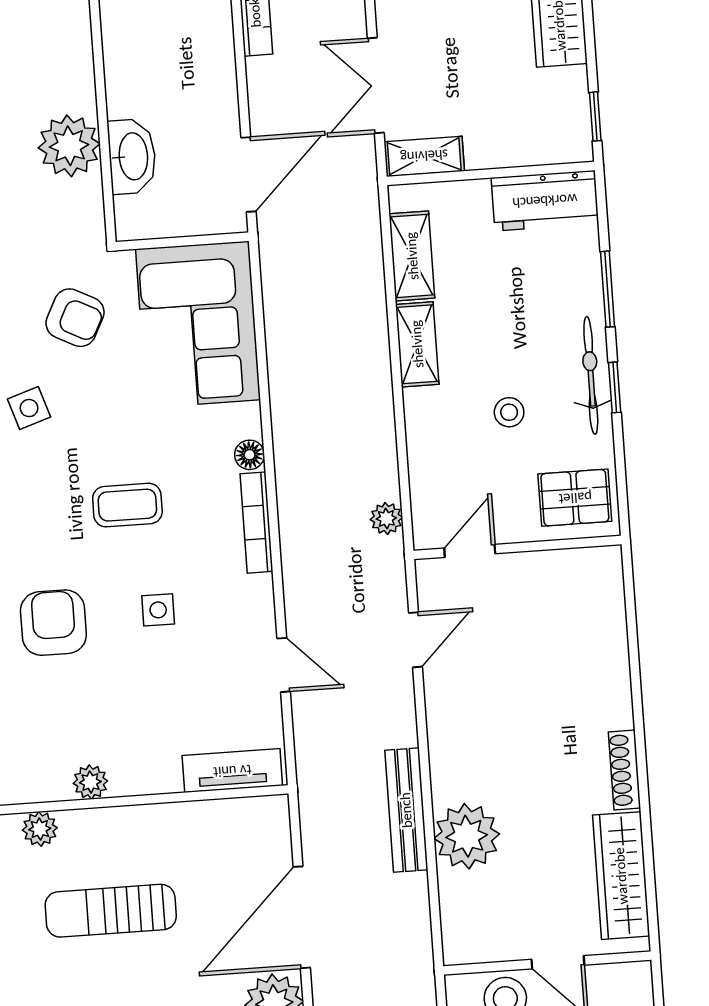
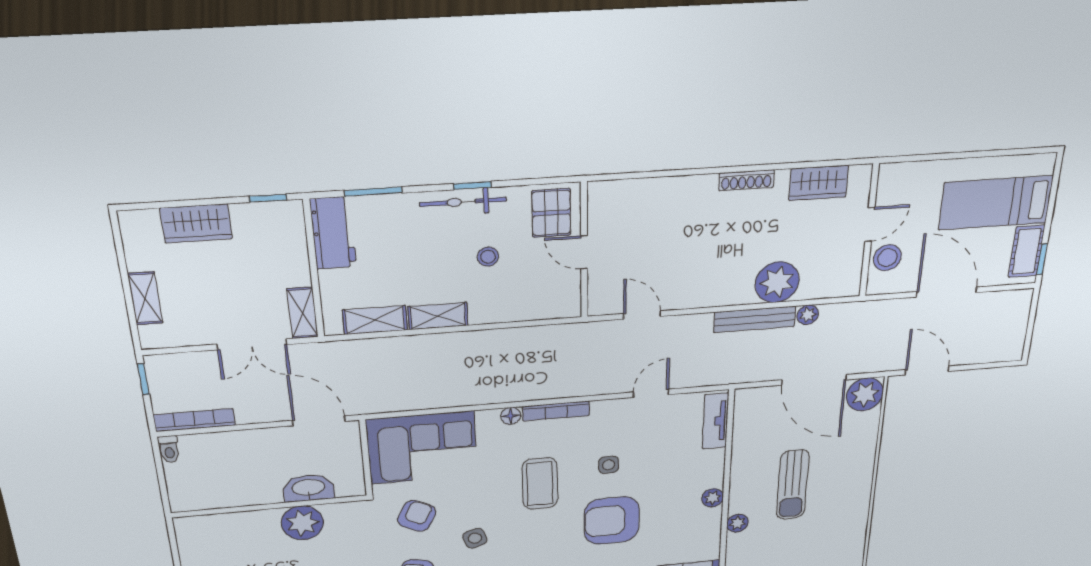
window: (608, 289) -> (373, 192), moved
coffee table: (127, 505) -> (540, 484), width x1.36, depth x1.30
plant: (386, 518) -> (808, 315), moved
door: (470, 551) -> (584, 252), moved
armchair: (53, 623) -> (612, 521), width x1.36, depth x1.36
wardrobe: (621, 876) -> (819, 183), width x0.67

